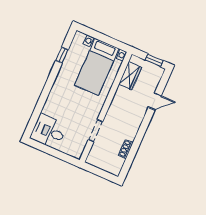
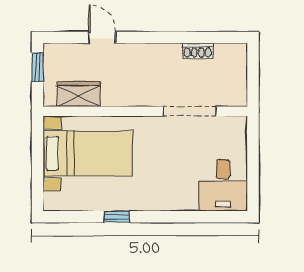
window: (62, 55) -> (117, 217), moved
doorway: (96, 131) -> (190, 111), width x1.38

